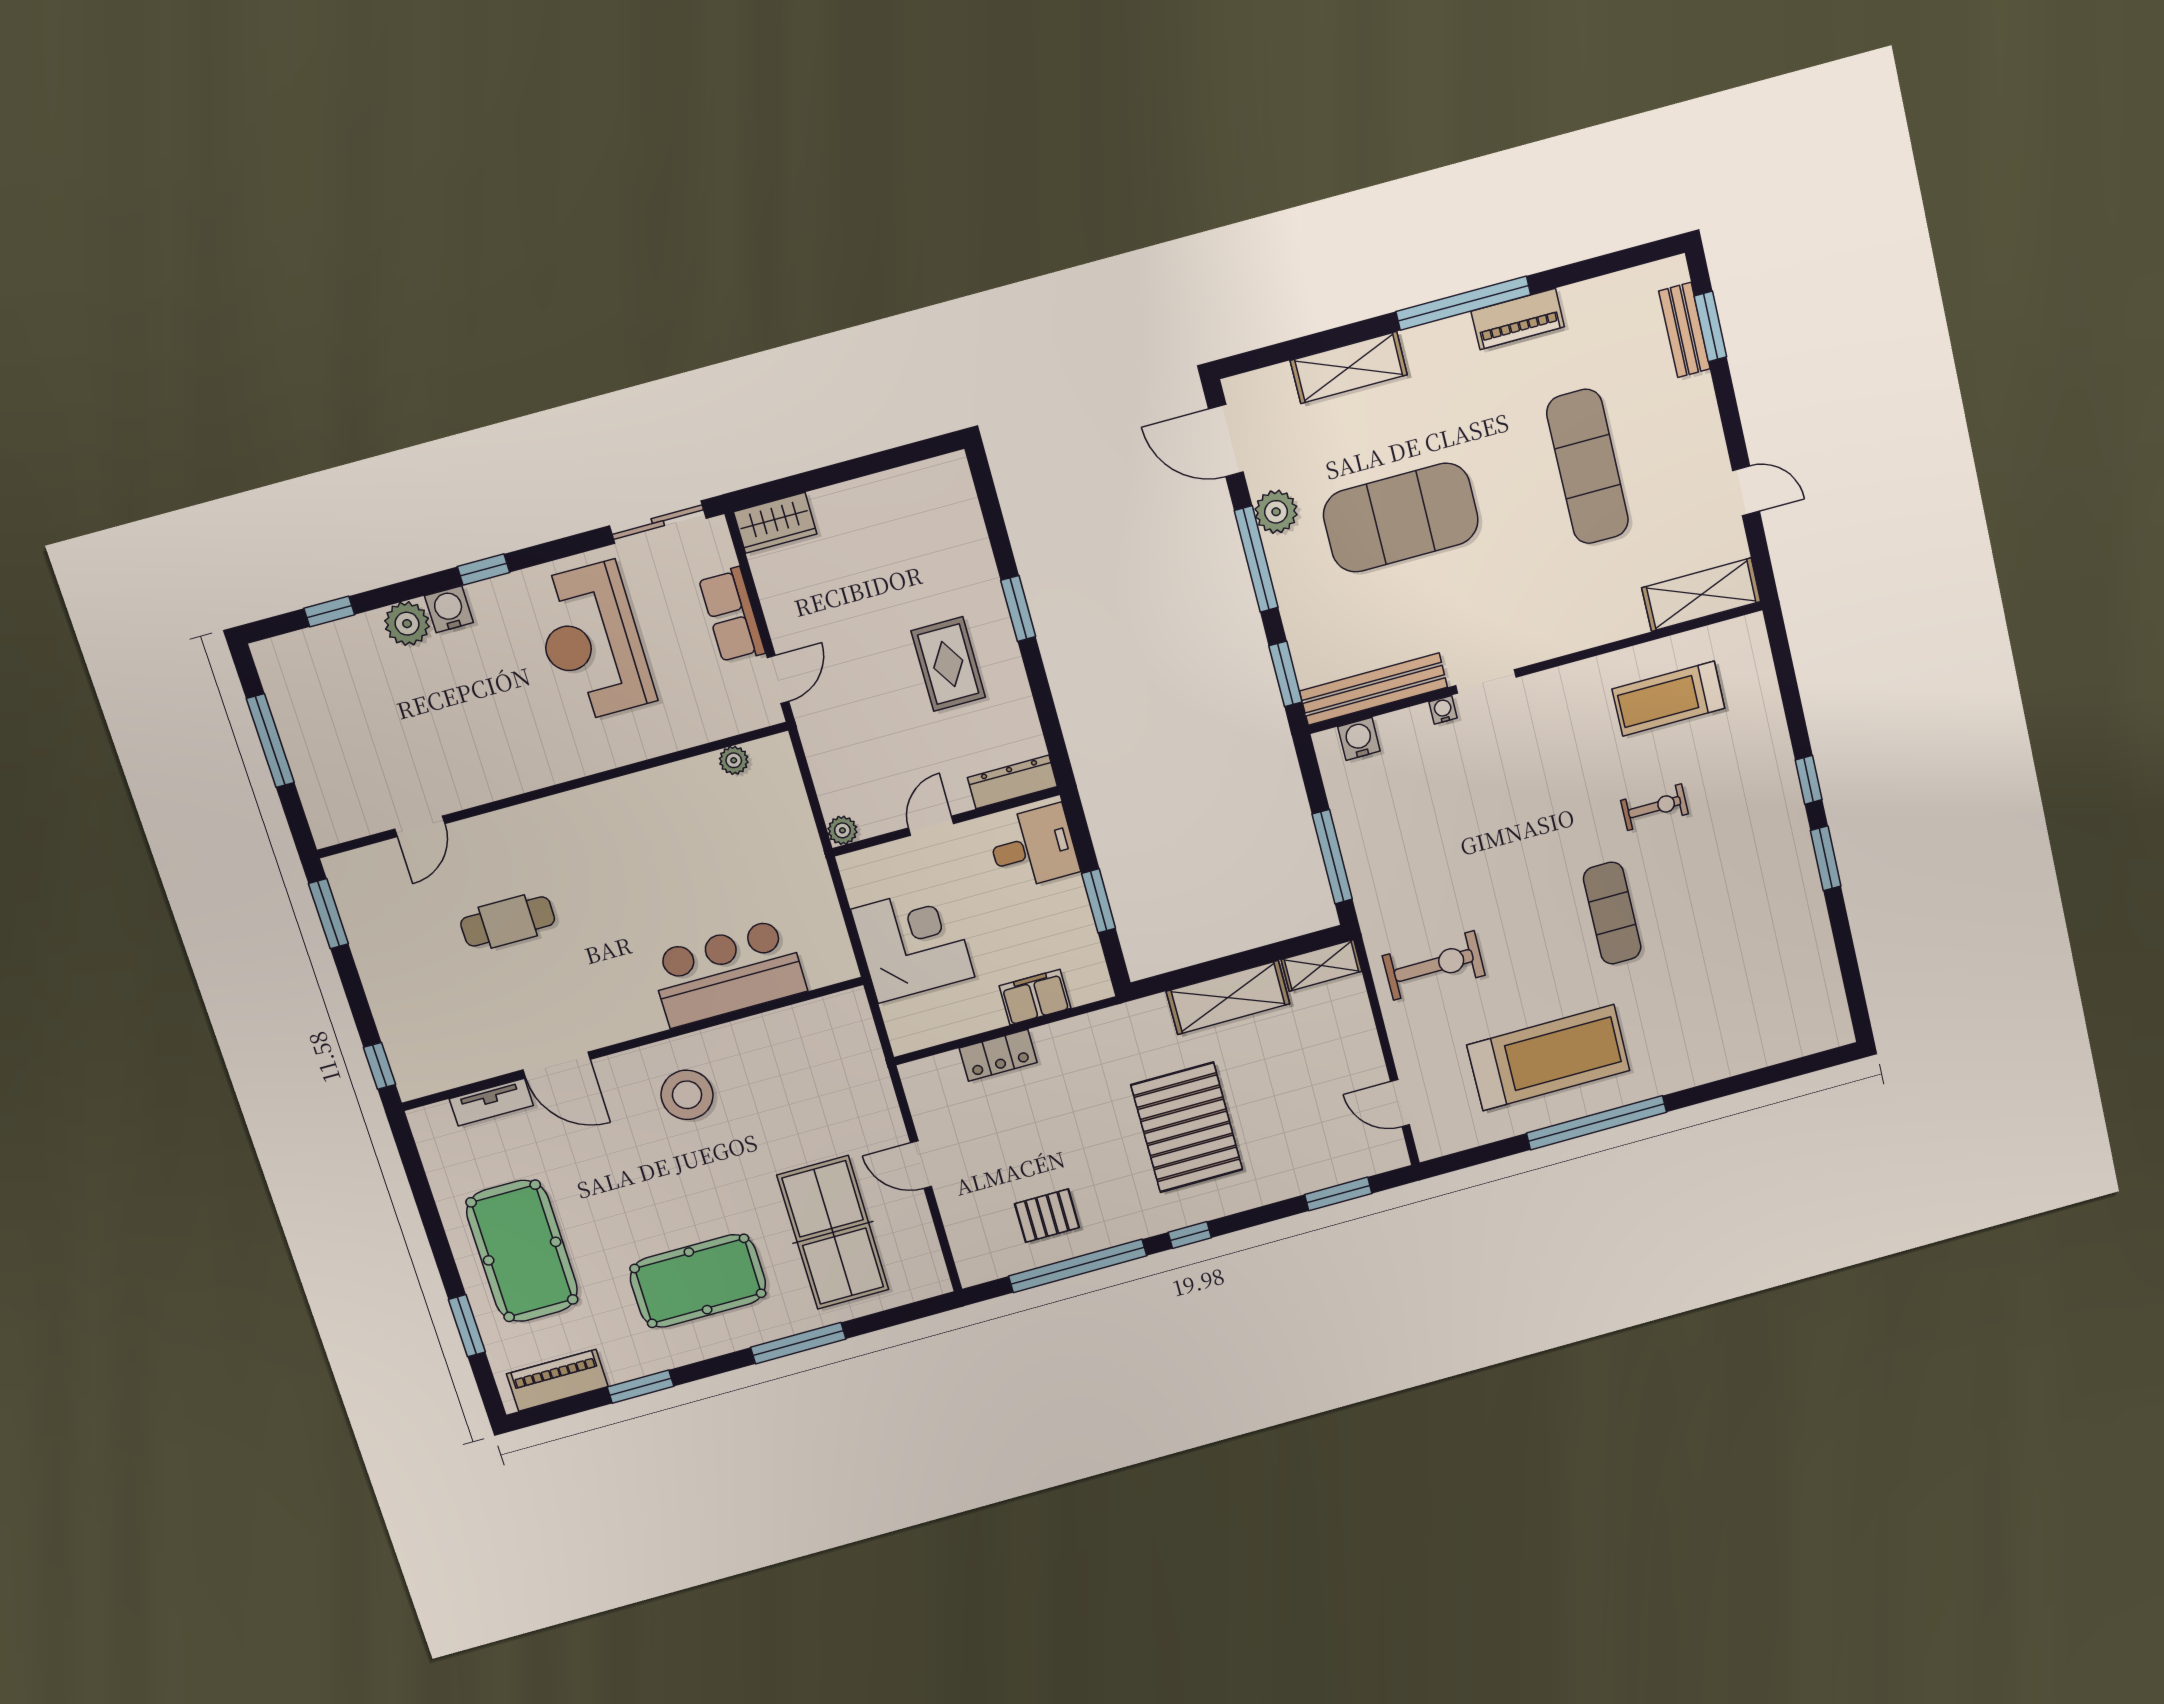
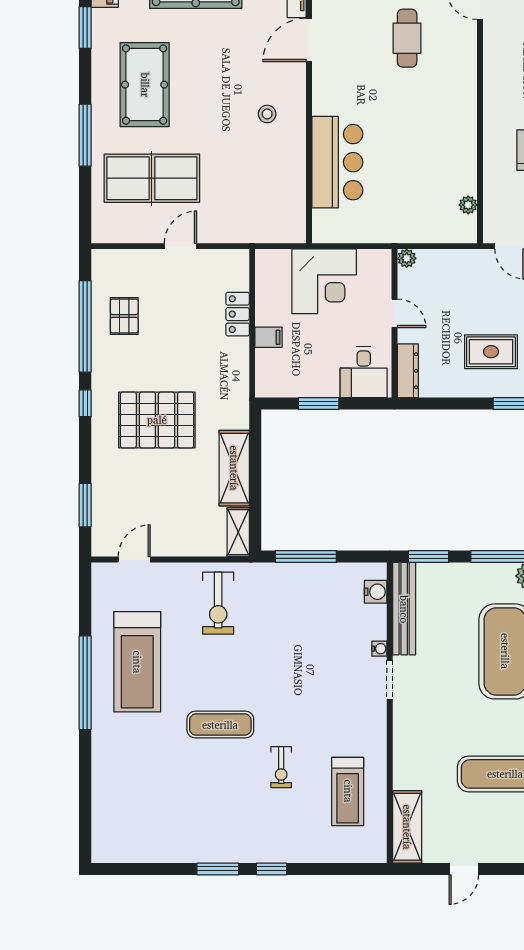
treadmill: (1668, 699) -> (348, 791), turned 180
filing cabinet: (1035, 997) -> (269, 337), width x0.50
stool: (687, 1095) -> (267, 114), width x0.53, depth x0.53

